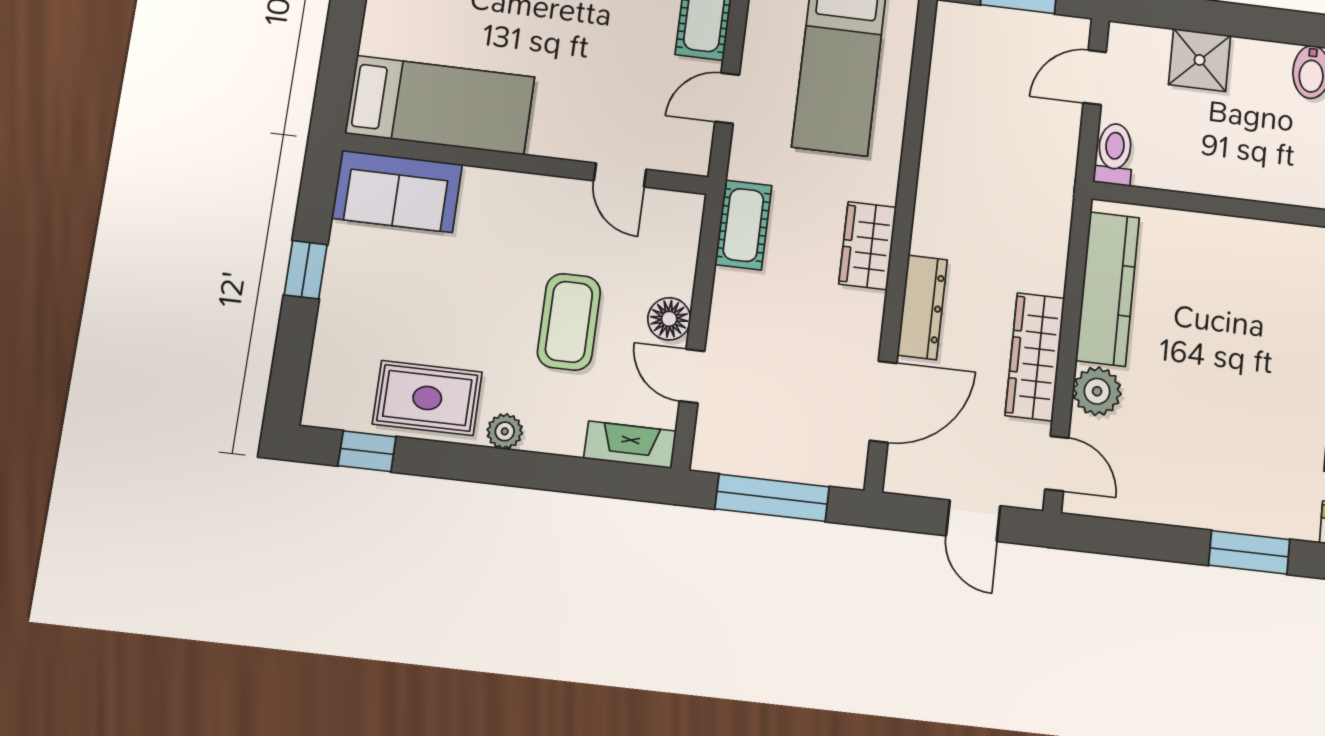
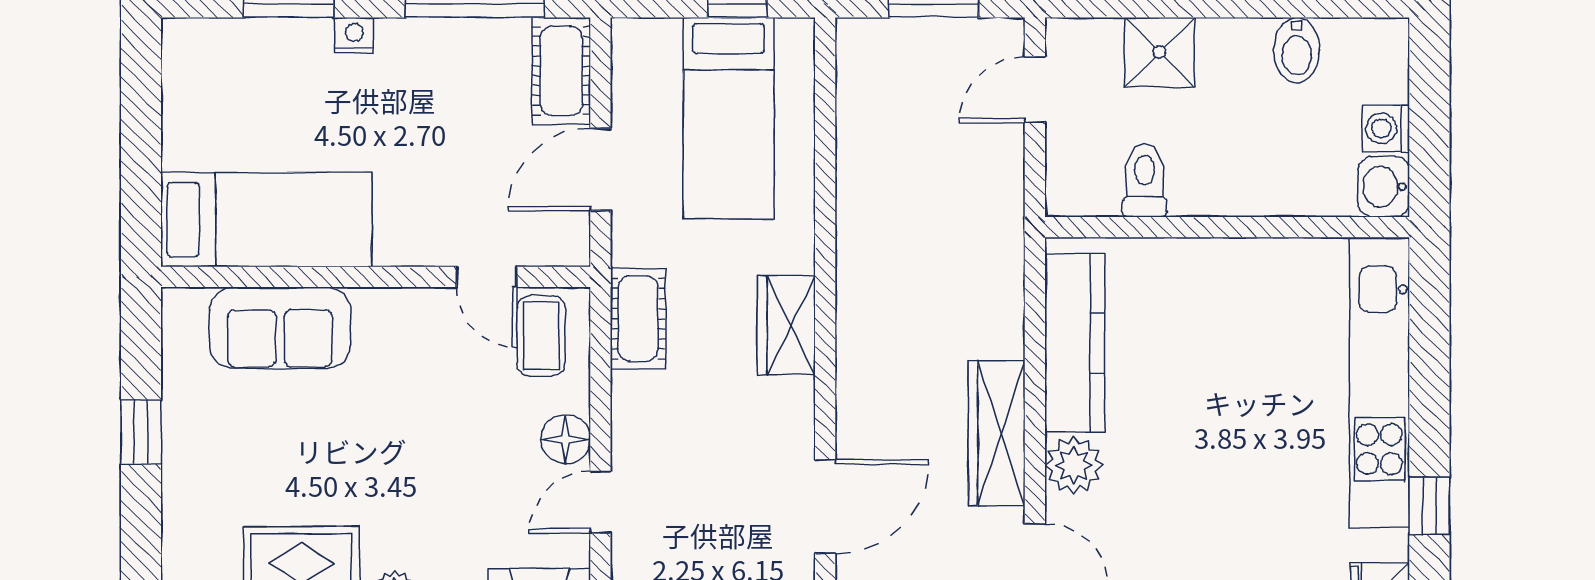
door: (727, 98) -> (600, 169), width x1.38
toilet: (1114, 154) -> (1145, 180), moved
sofa: (397, 191) -> (280, 328), moved
dresser: (922, 307) -> (859, 391), removed
coffee table: (569, 322) -> (541, 336), moved, width x0.73, depth x0.77
door: (692, 376) -> (600, 502), hinge flipped

